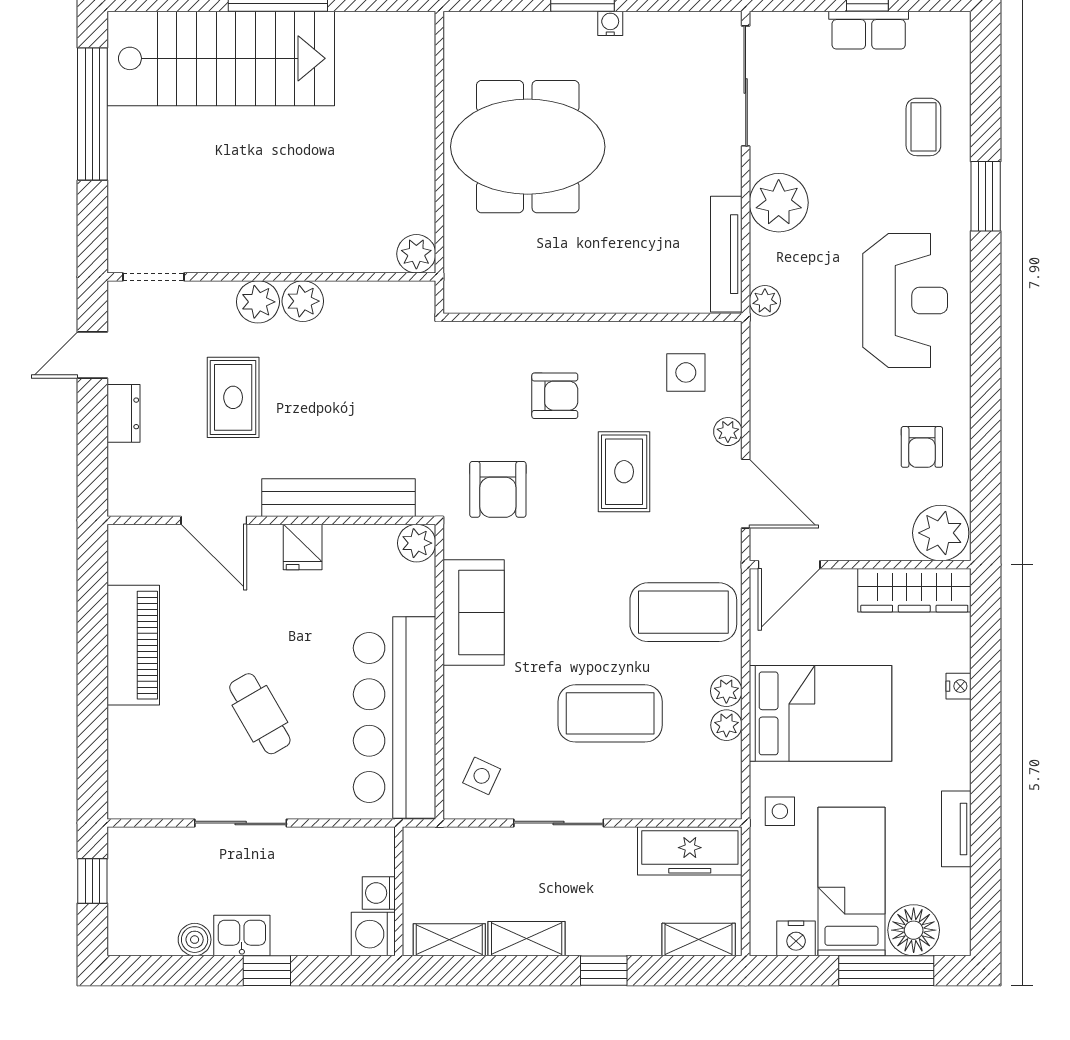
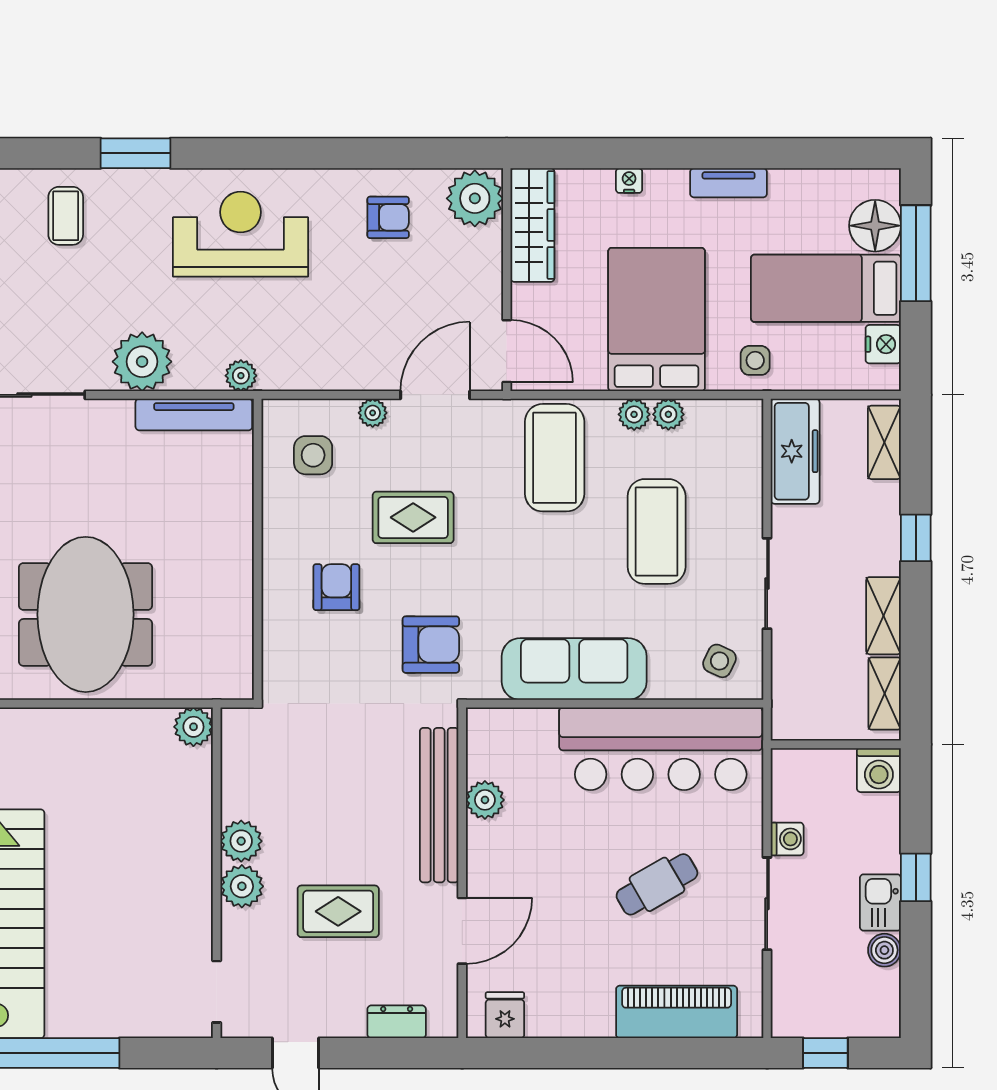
coffee table: (923, 127) -> (66, 216), turned 90
dresser: (123, 413) -> (397, 1022), moved
plant: (417, 543) -> (485, 800), moved
fridge: (303, 547) -> (505, 1015), moved, turned -90
sofa: (474, 613) -> (574, 669), width x1.36
piano: (133, 645) -> (677, 1012), moved
tv unit: (956, 829) -> (729, 183), moved
washing machine: (379, 893) -> (787, 839), moved, turned -90

